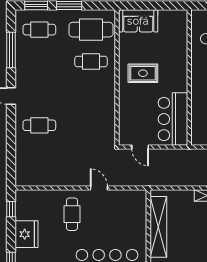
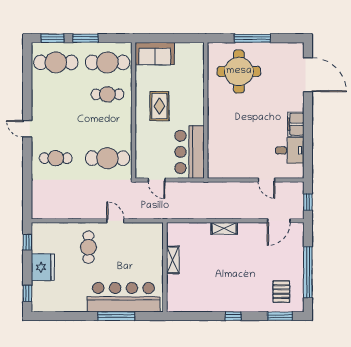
cafe table: (39, 30) -> (56, 62), width x1.37, depth x1.35
window: (11, 50) -> (27, 83), removed
rug: (143, 73) -> (159, 106), turned 90
cafe table: (91, 125) -> (107, 158), added
shelving: (158, 227) -> (173, 260), width x0.45, depth x0.75

